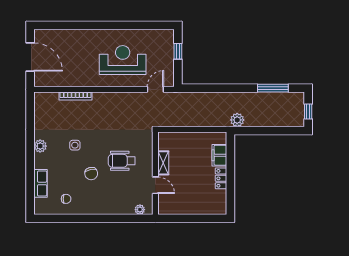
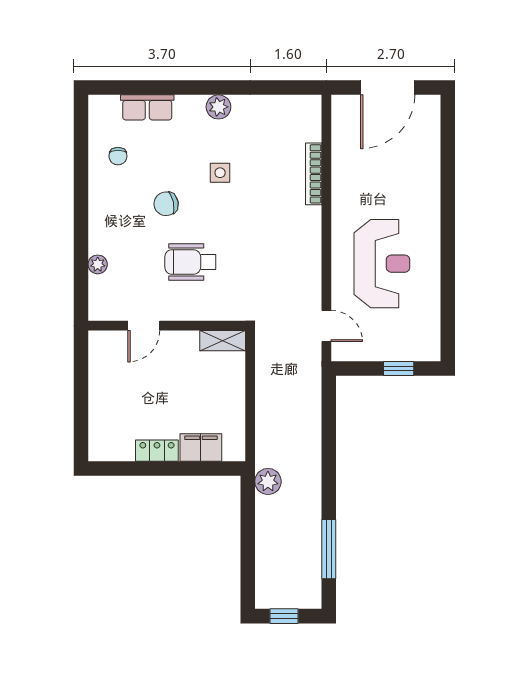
wheelchair: (122, 161) -> (190, 262), turned -90
shelving: (163, 163) -> (223, 341), moved
plant: (140, 210) -> (98, 264), moved

